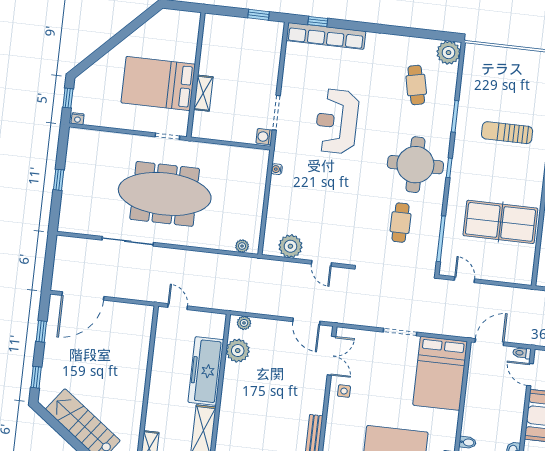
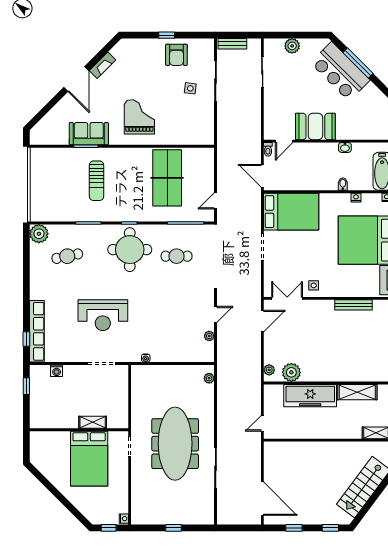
washing machine: (264, 137) -> (57, 371), moved
plant: (290, 246) -> (209, 336), width x0.53, depth x0.53

